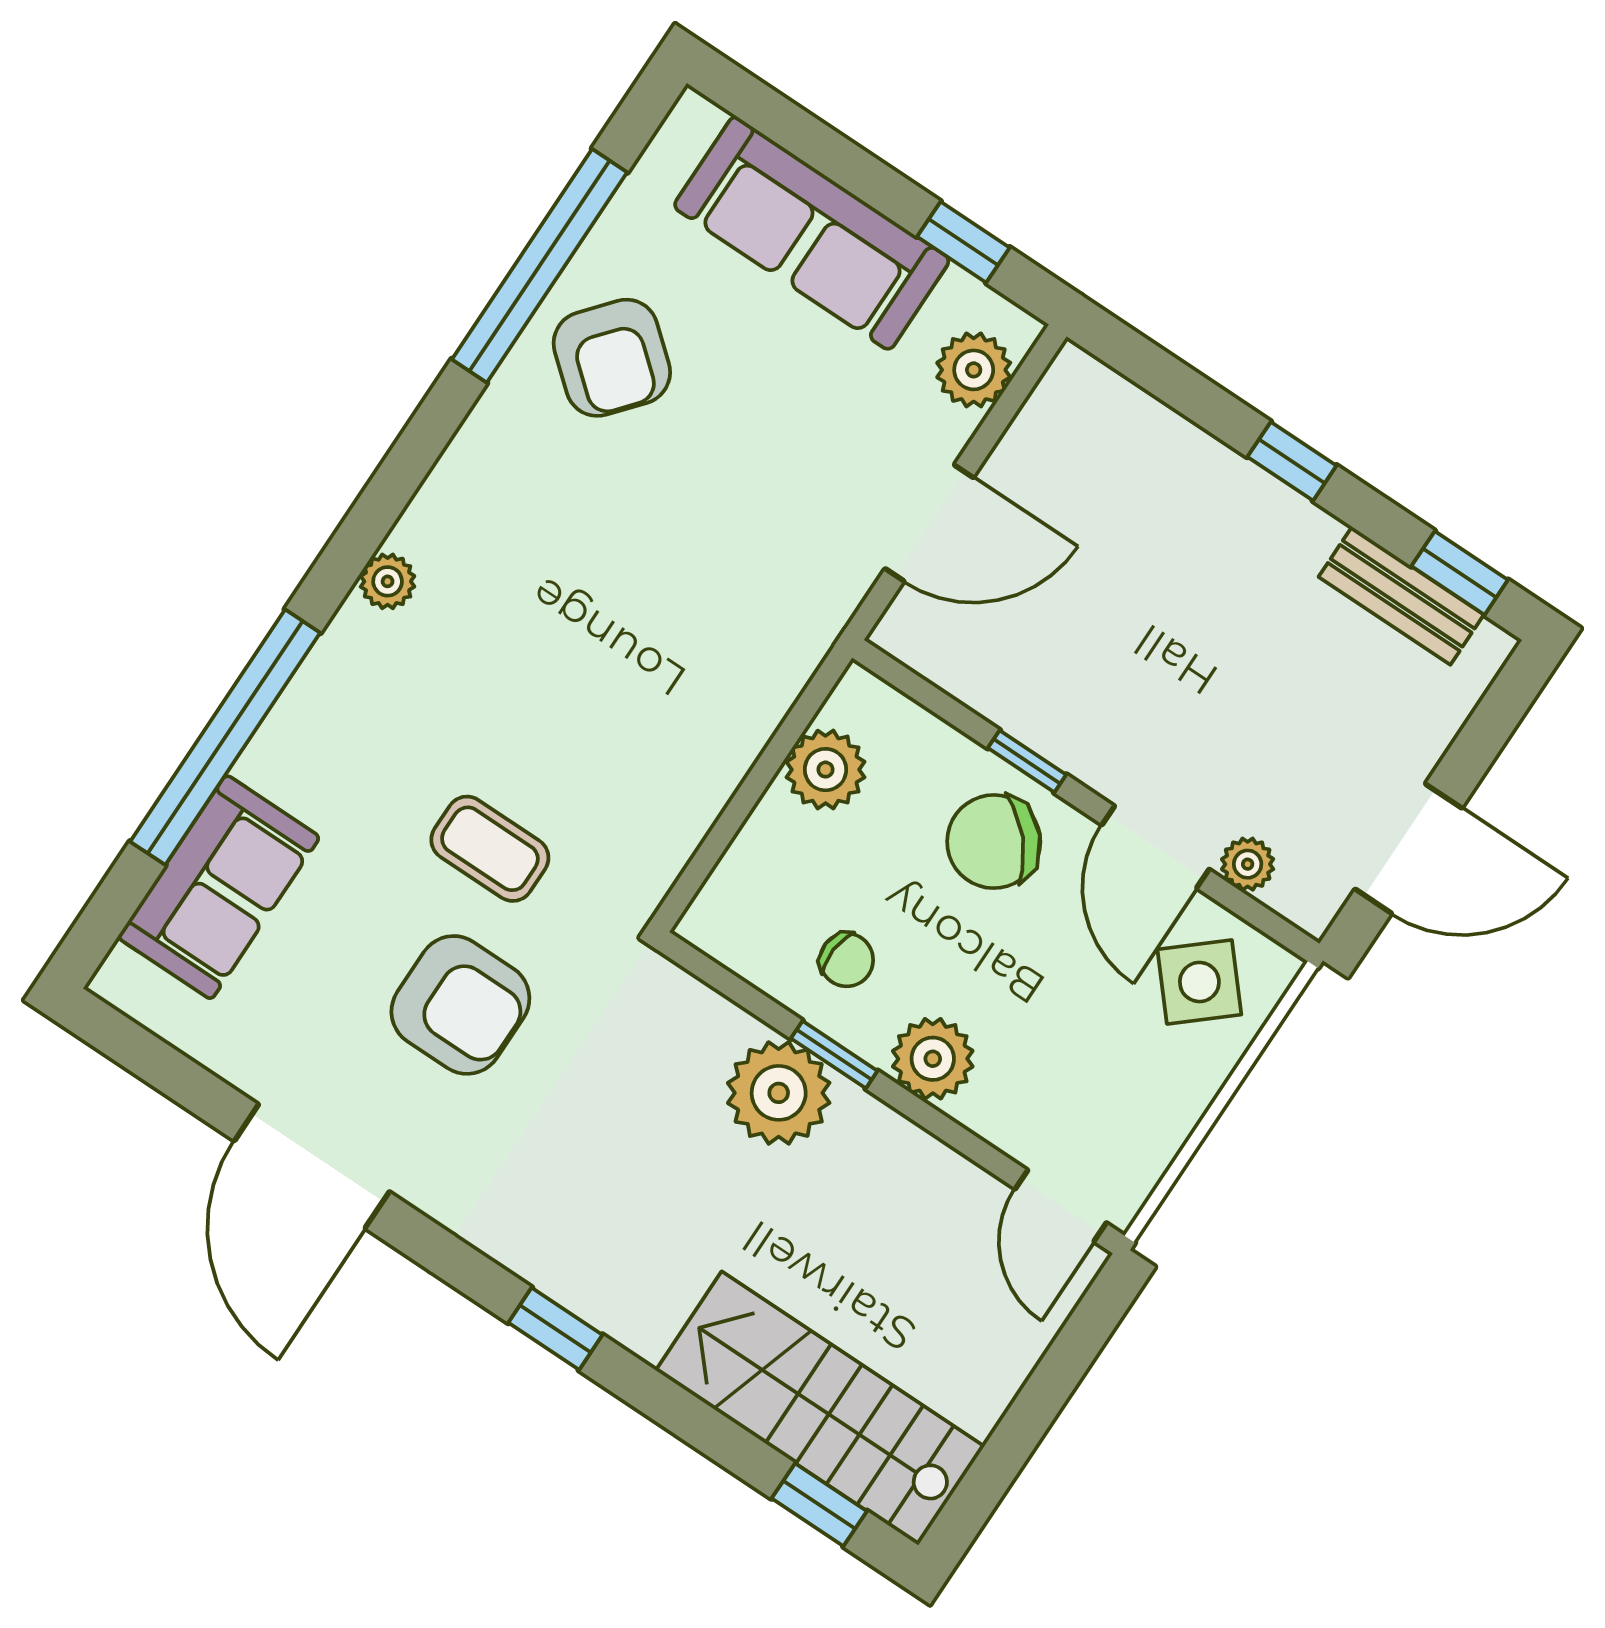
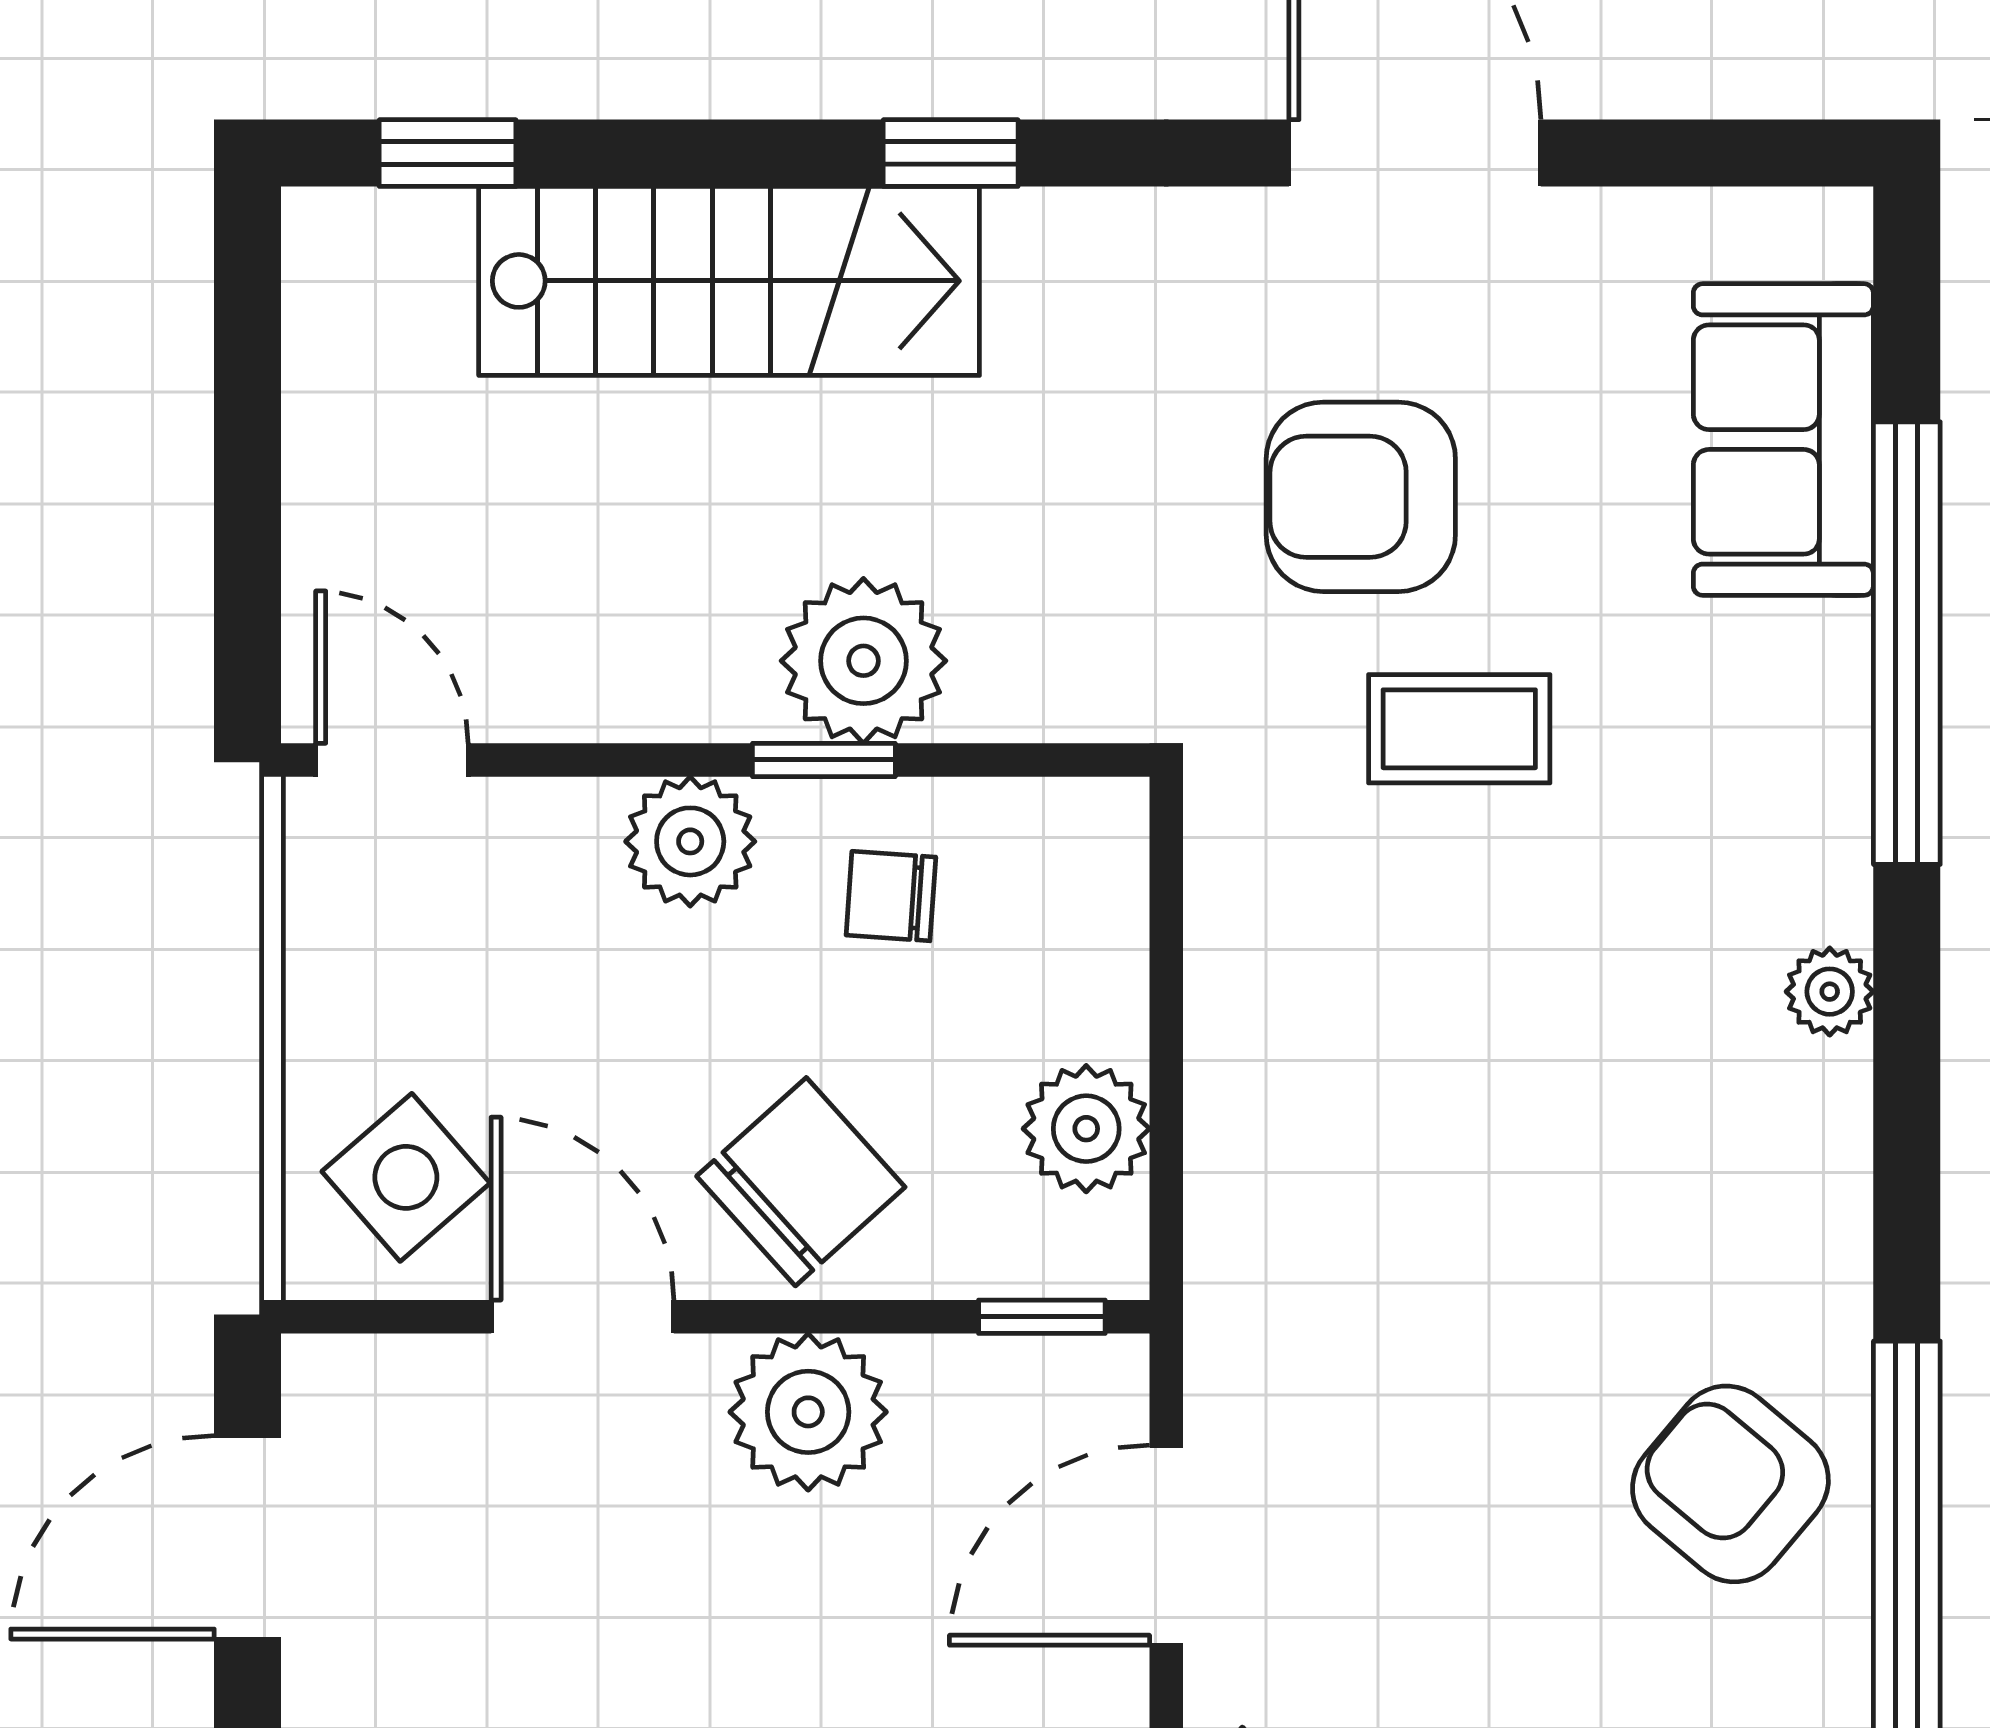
window: (1027, 761) -> (1042, 1317), moved
plant: (1248, 864) -> (808, 1412), moved, width x1.87, depth x1.87
stairs: (820, 1408) -> (729, 281), moved

